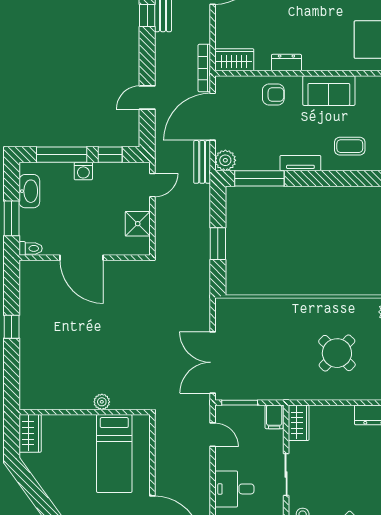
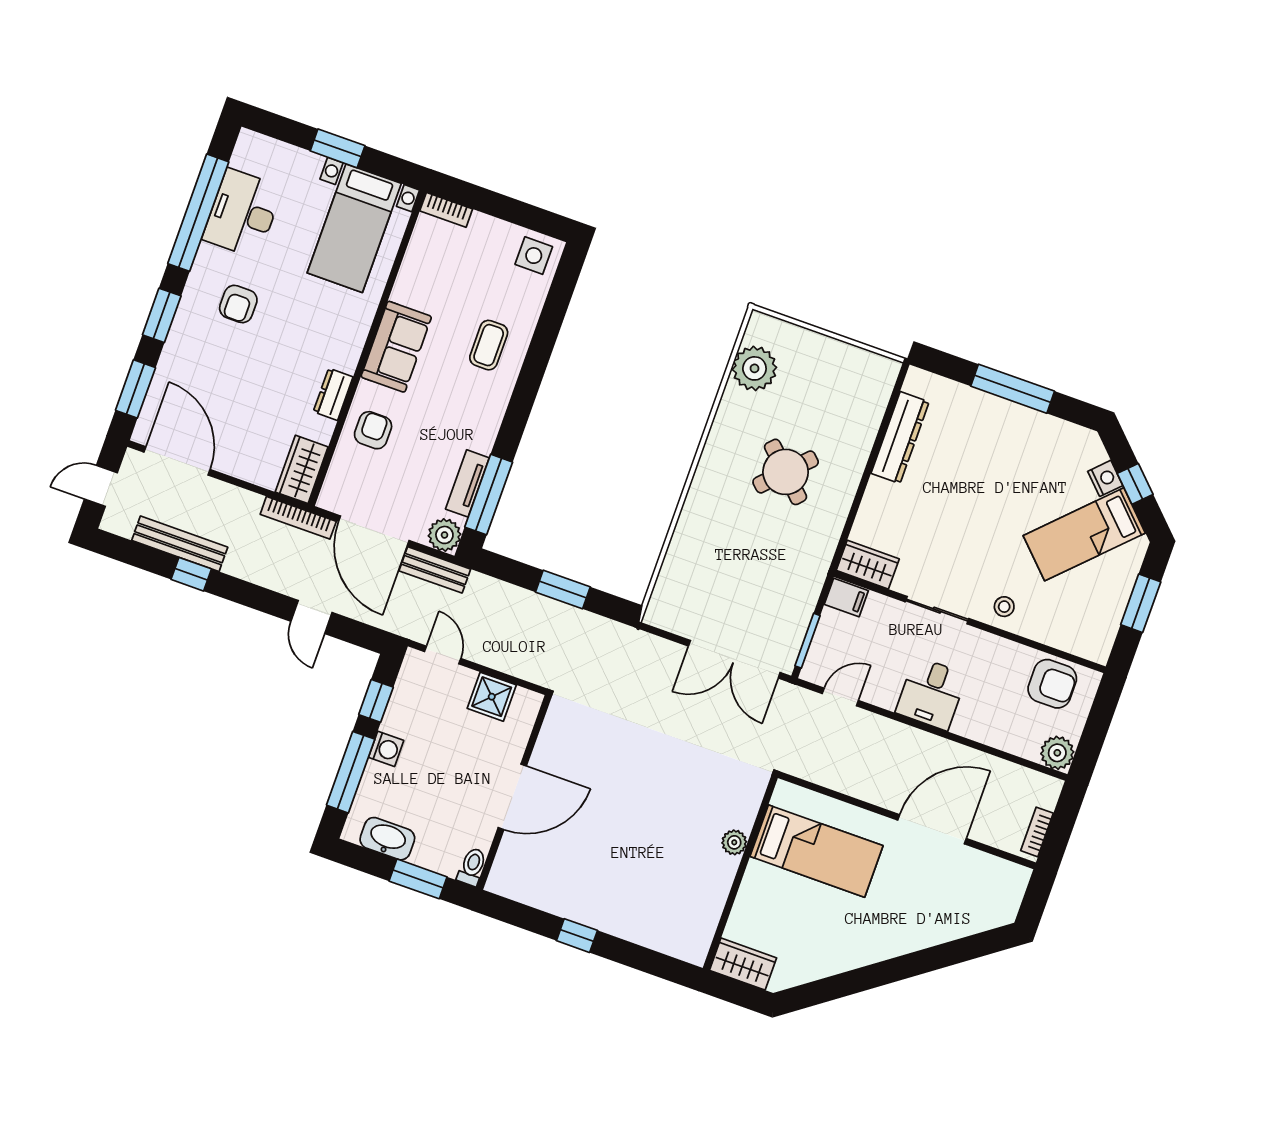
tv unit: (300, 163) -> (467, 483), moved

